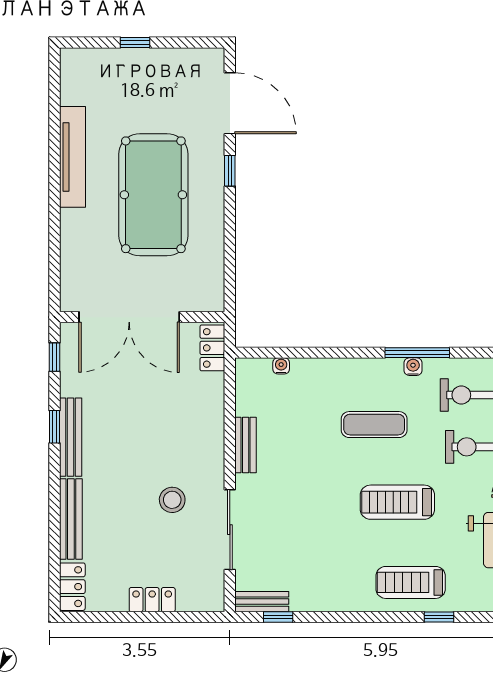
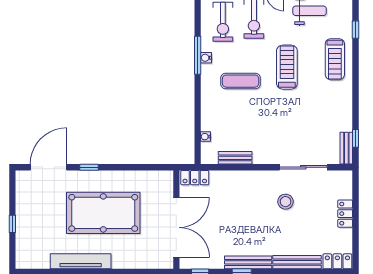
exercise mat: (374, 425) -> (241, 81), turned 90
bench: (246, 445) -> (235, 158), moved
treadmill: (397, 502) -> (287, 67), turned 180
window: (439, 617) -> (355, 30), moved

